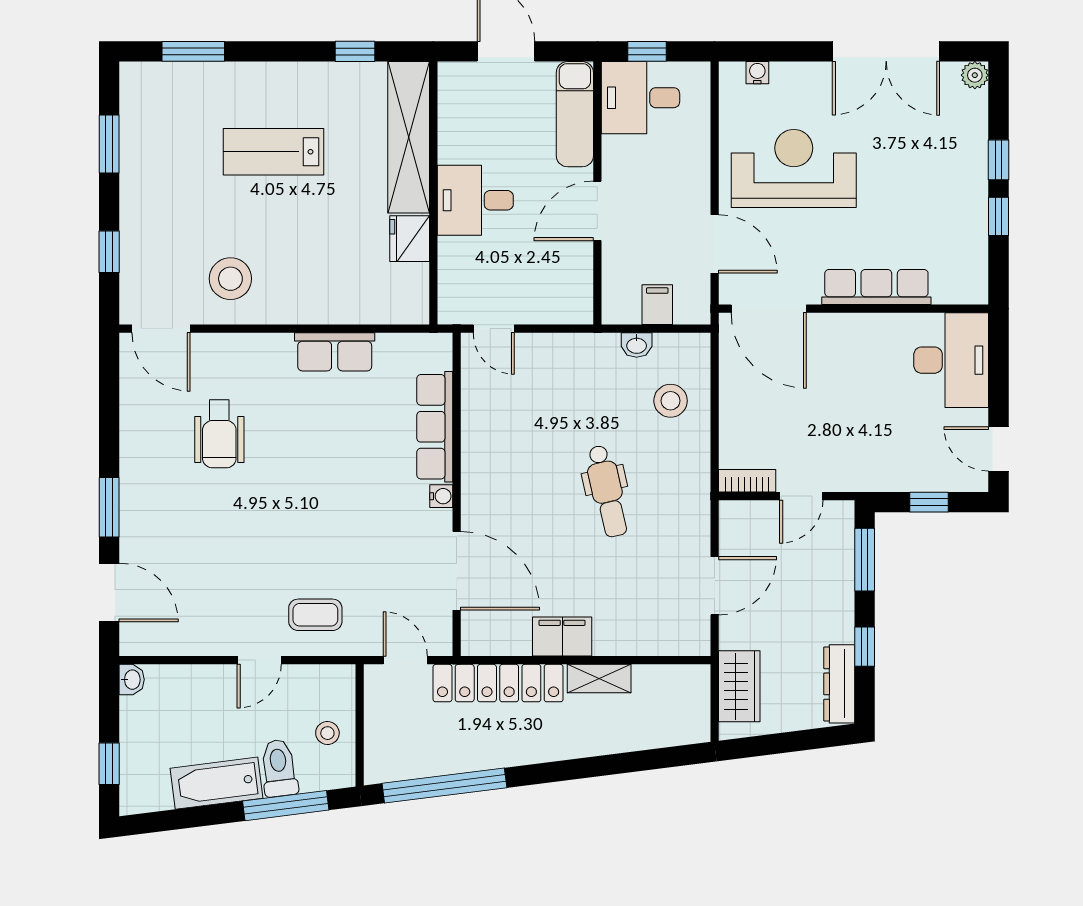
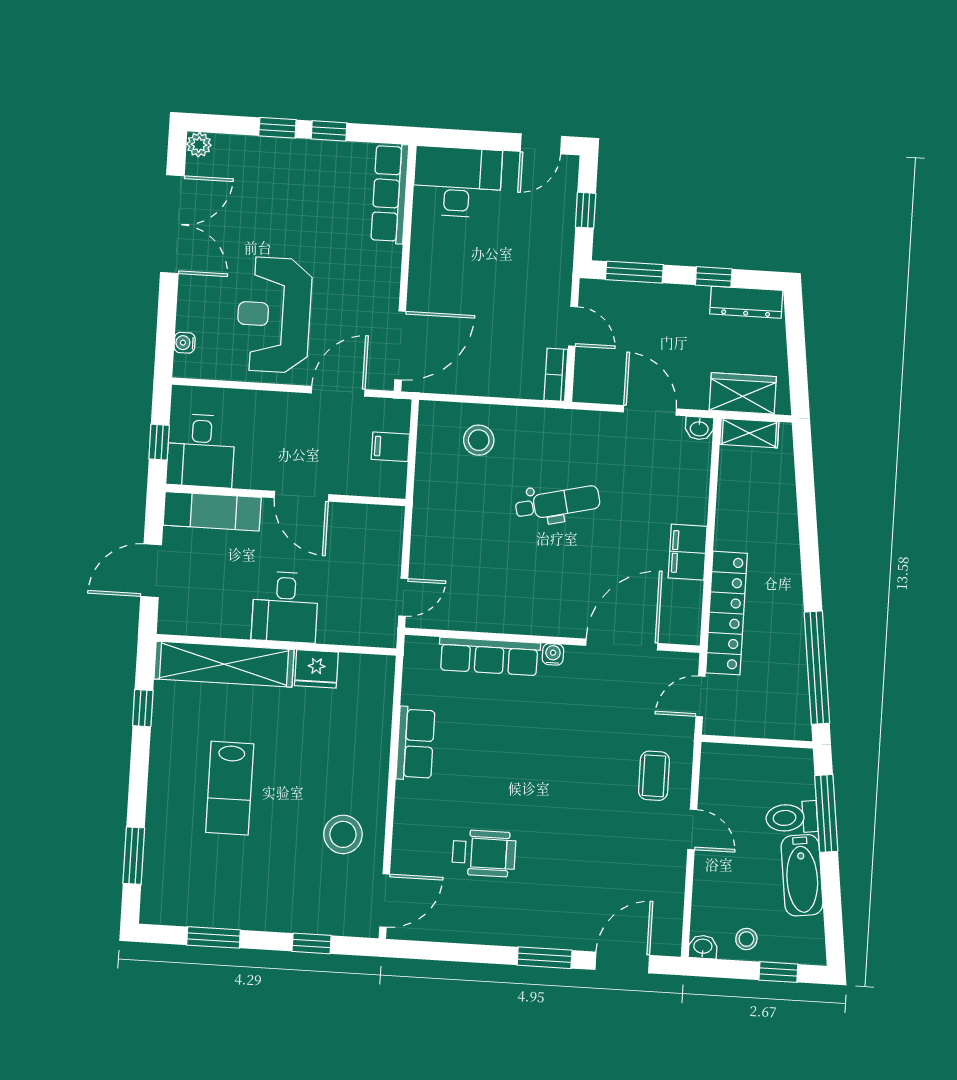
row of seats: (876, 287) -> (390, 194), moved
washbasin: (637, 345) -> (699, 428), moved, turned 90
shelving: (599, 679) -> (749, 433), moved, turned 90
stool: (327, 733) -> (746, 939), moved

